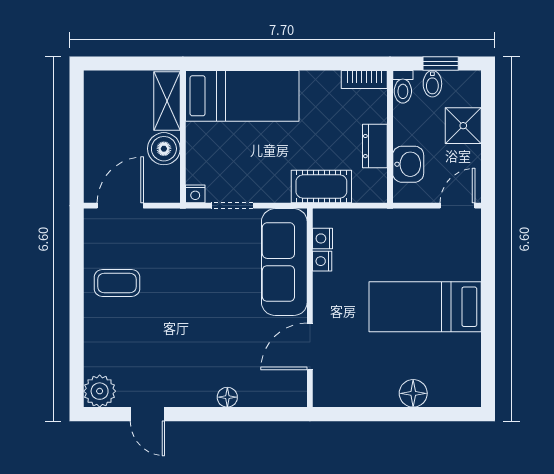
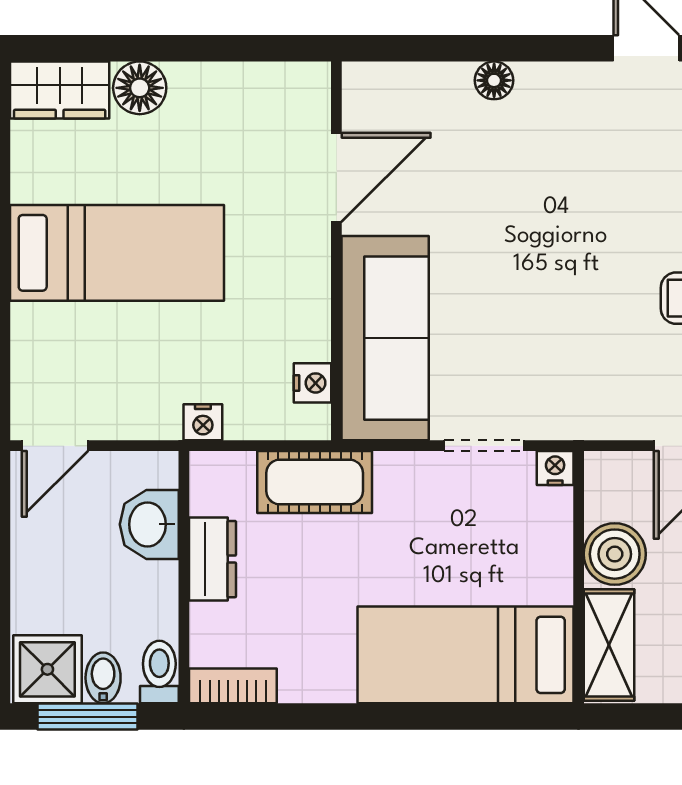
window: (441, 63) -> (87, 717), width x1.50
shower: (463, 126) -> (47, 669), moved
nightstand: (322, 261) -> (203, 422), moved, turned 90
wardrobe: (455, 392) -> (60, 90), added

